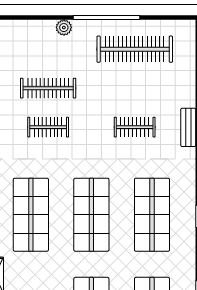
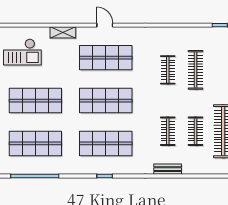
clothes rail: (135, 88) -> (195, 131), added

